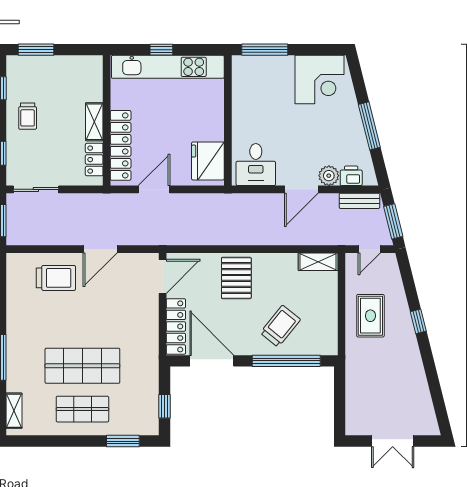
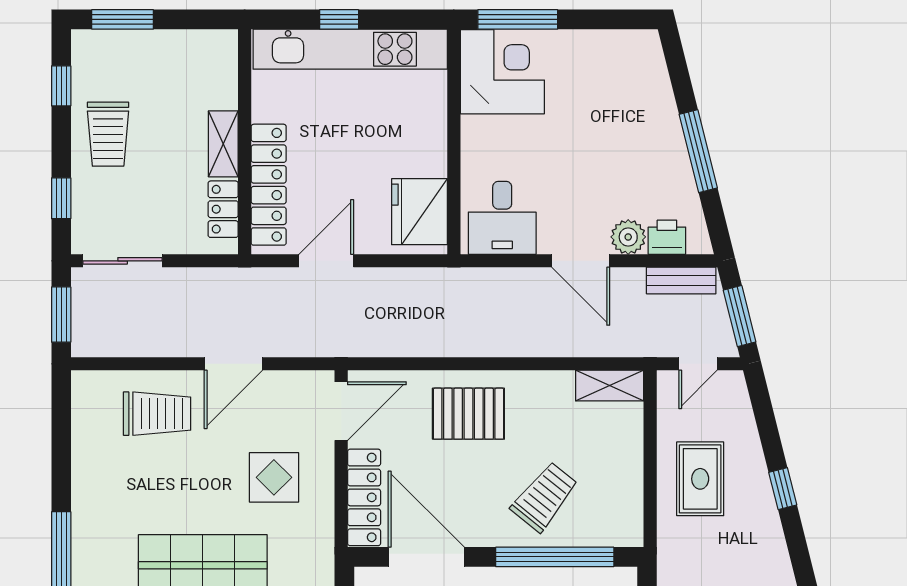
corner desk: (320, 80) -> (502, 72), moved, turned -90
trolley: (28, 116) -> (108, 134), width x1.36, depth x1.39
door: (301, 189) -> (581, 261), hinge flipped
pallet: (236, 278) -> (468, 414), turned 90
display table: (124, 315) -> (274, 477), added

